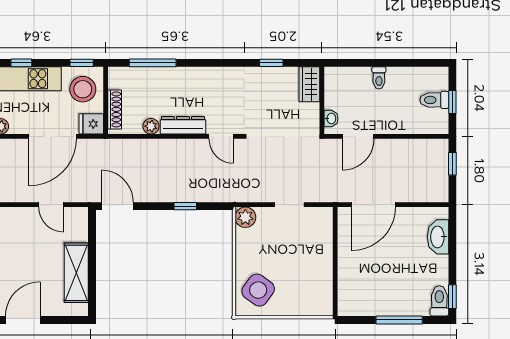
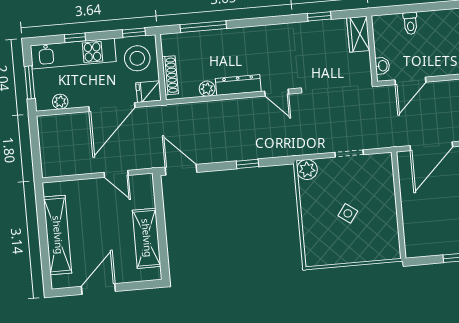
toilet: (379, 78) -> (410, 23), moved
side table: (258, 290) -> (348, 213), moved, width x0.54, depth x0.54

